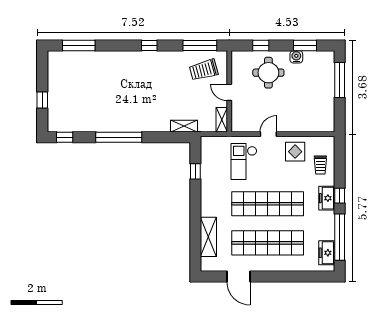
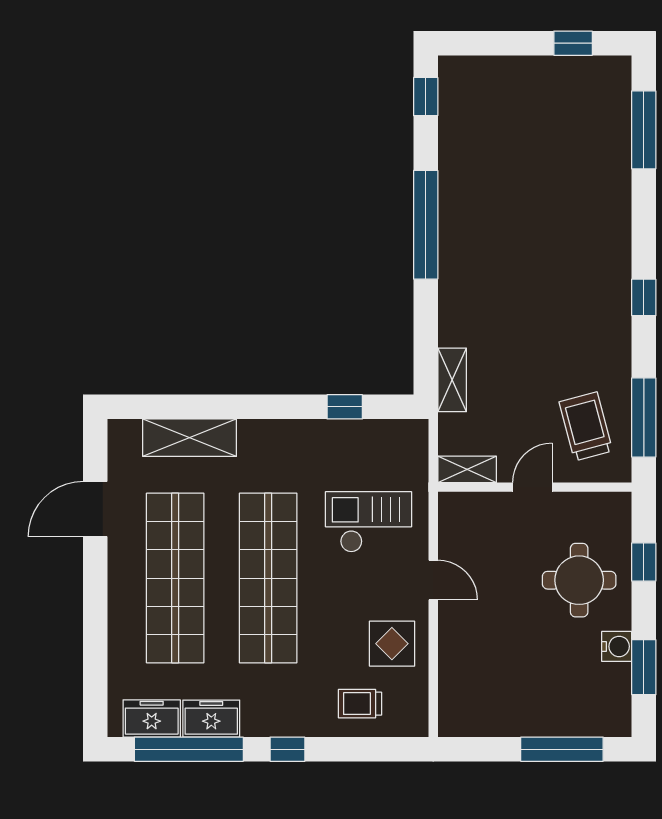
window: (42, 100) -> (573, 43), moved
freezer: (327, 198) -> (211, 719), moved

